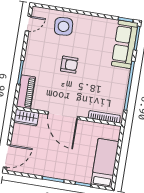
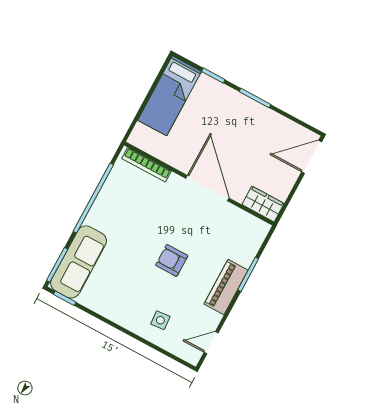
side table: (64, 26) -> (160, 320), width x0.54, depth x0.54
piano: (26, 92) -> (226, 287), moved

